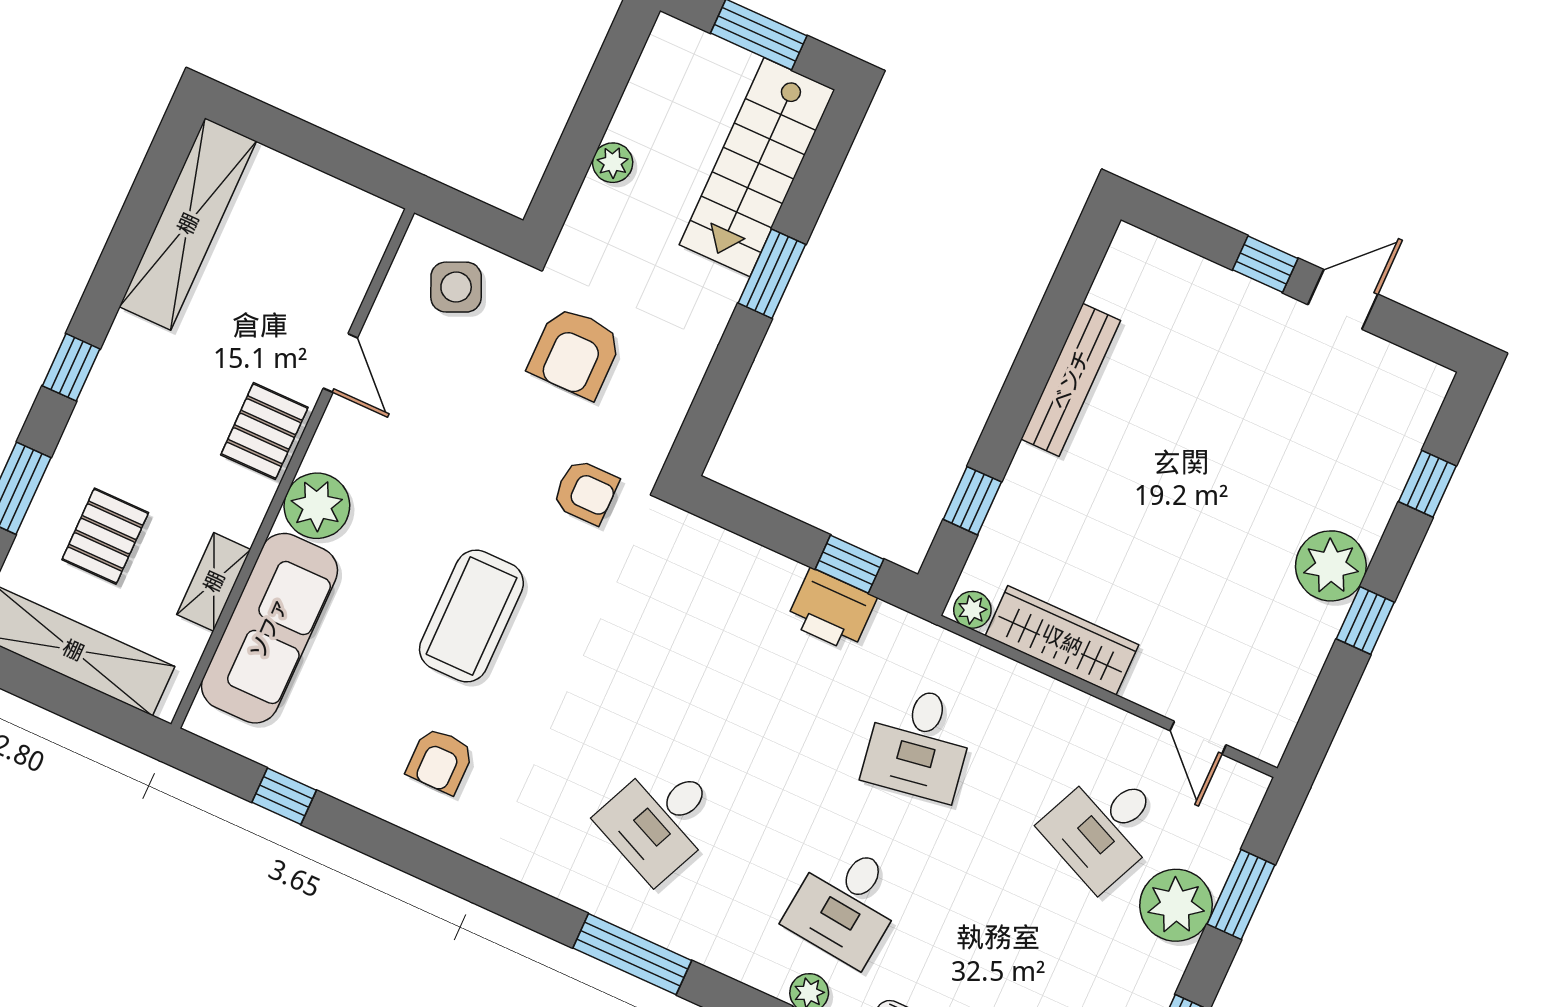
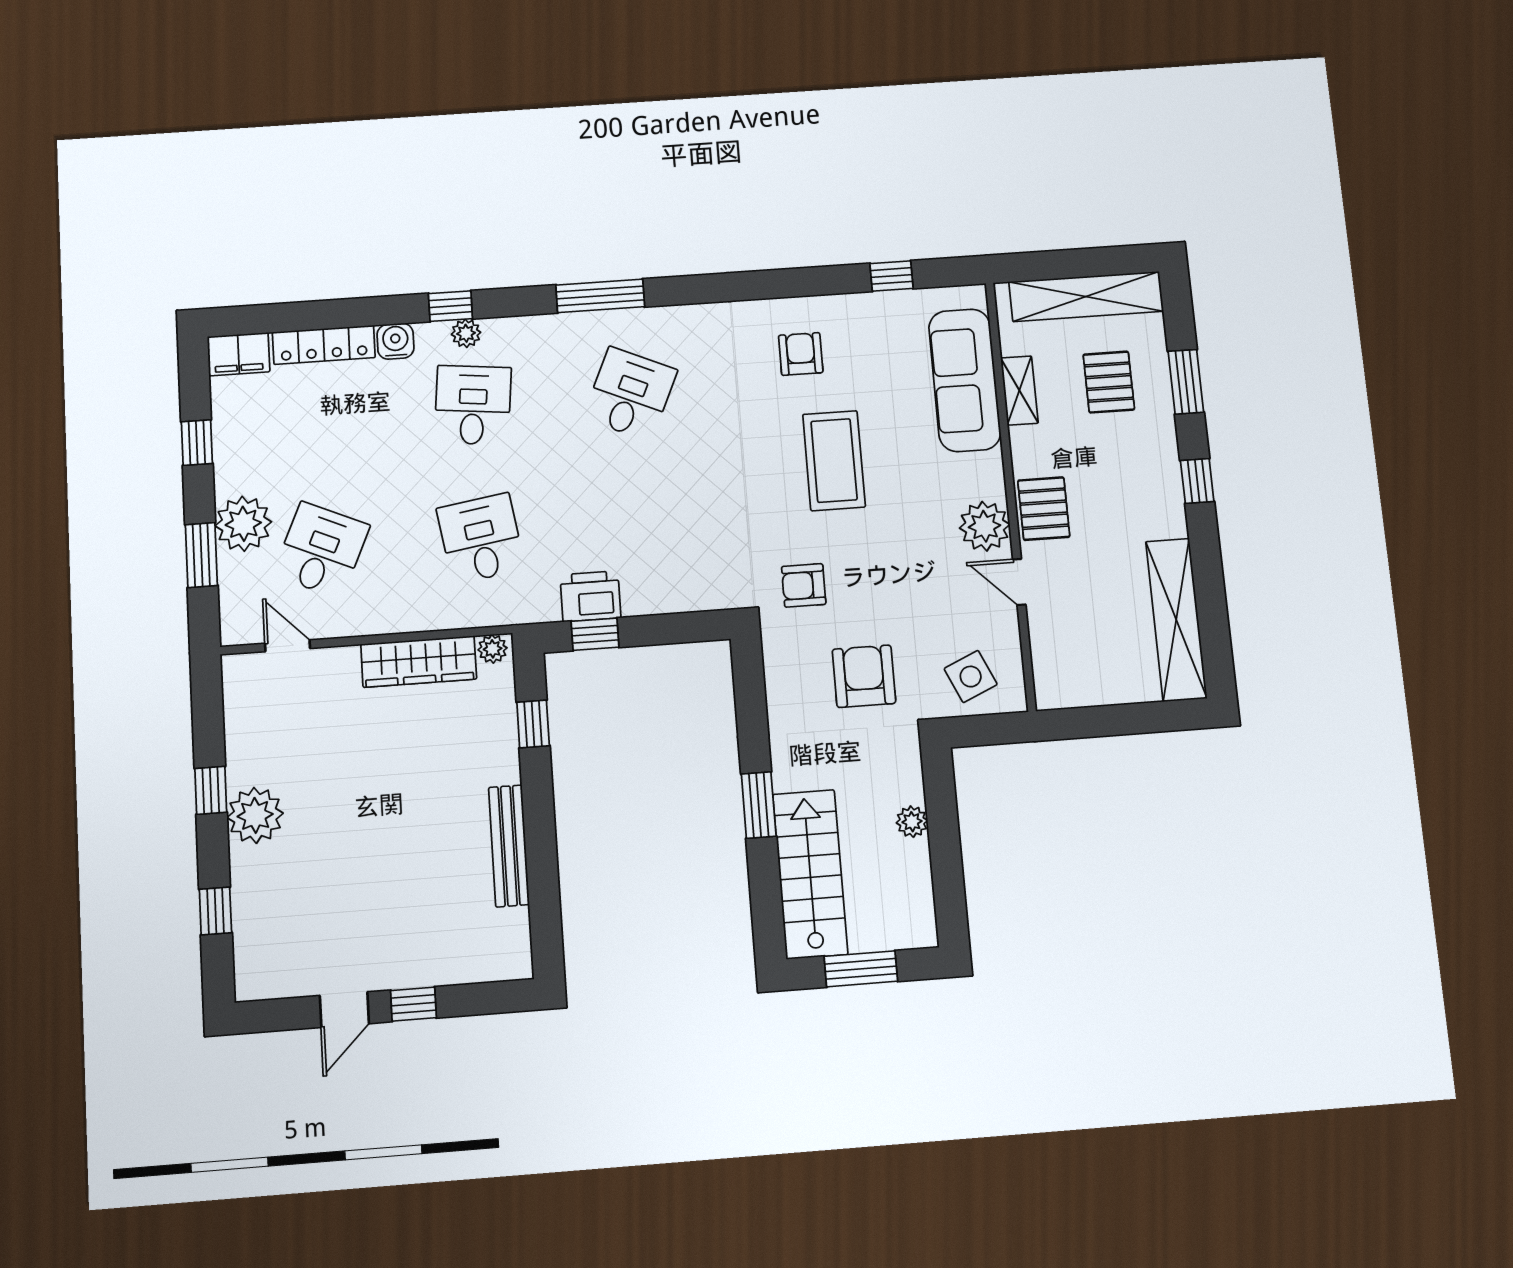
plant: (317, 506) -> (985, 526), moved

